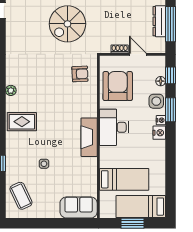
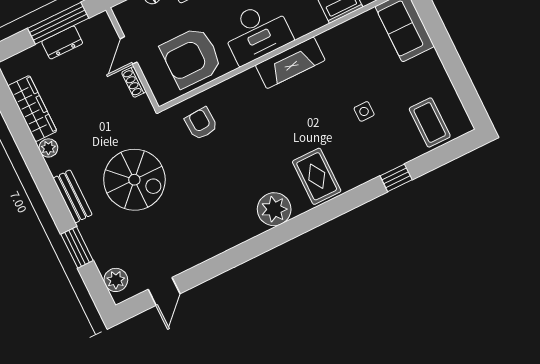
dresser: (159, 21) -> (62, 42), width x0.70
plant: (11, 90) -> (274, 209), width x1.87, depth x1.87
coffee table: (21, 196) -> (430, 122), turned -65

